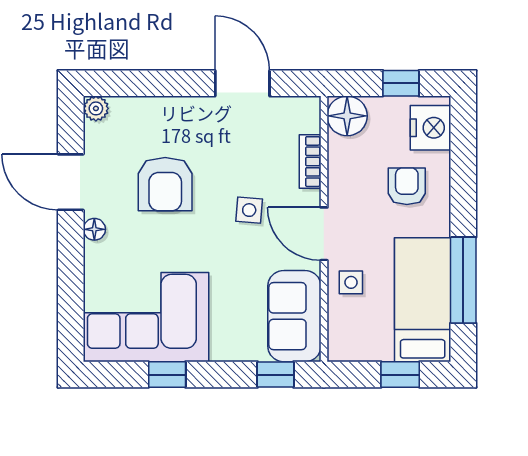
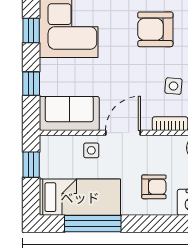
side table: (249, 210) -> (173, 86), moved
window: (276, 375) -> (31, 84), moved
window: (400, 375) -> (31, 165), moved

